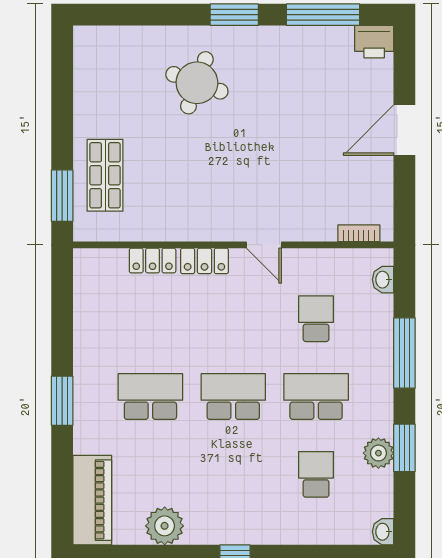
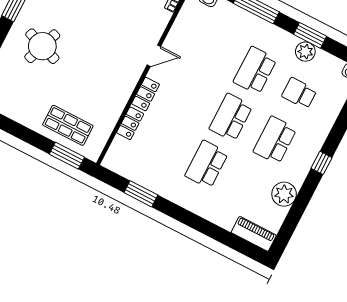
school desk: (316, 319) -> (275, 140), moved, width x1.85
window: (62, 401) -> (141, 194), moved
piano: (92, 500) -> (254, 234), width x0.73, depth x0.75

